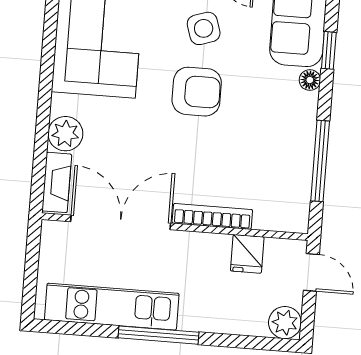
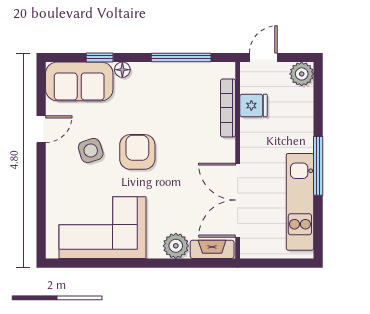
bookcase: (212, 216) -> (228, 108), moved

